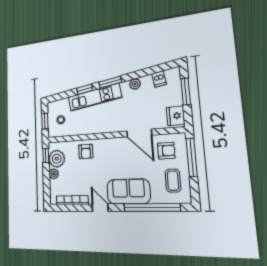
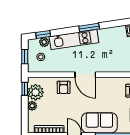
plant: (135, 84) -> (44, 42), moved
window: (85, 89) -> (43, 34), moved
door: (139, 133) -> (85, 75), moved

